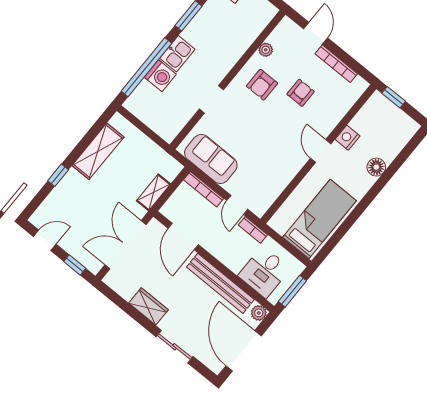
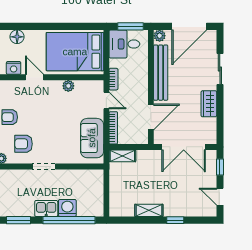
armchair: (262, 85) -> (24, 144), turned 180
doorway: (211, 99) -> (44, 167), moved
shelving: (98, 151) -> (149, 210), width x0.67, depth x0.75
door: (321, 151) -> (34, 77), swing flipped
plant: (284, 178) -> (68, 86), added
shelving: (153, 192) -> (122, 156), moved
door: (237, 205) -> (106, 100), hinge flipped
bed: (320, 219) -> (75, 52), width x1.50
desk: (264, 272) -> (124, 44), moved, turned 180

